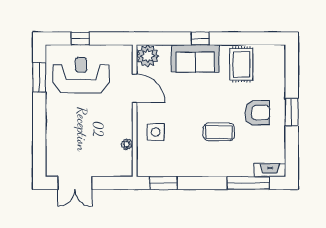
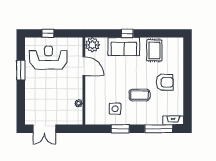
window: (39, 77) -> (21, 70), moved
window: (292, 112) -> (188, 82), removed
side table: (156, 132) -> (115, 109), moved
window: (163, 183) -> (120, 129), moved

